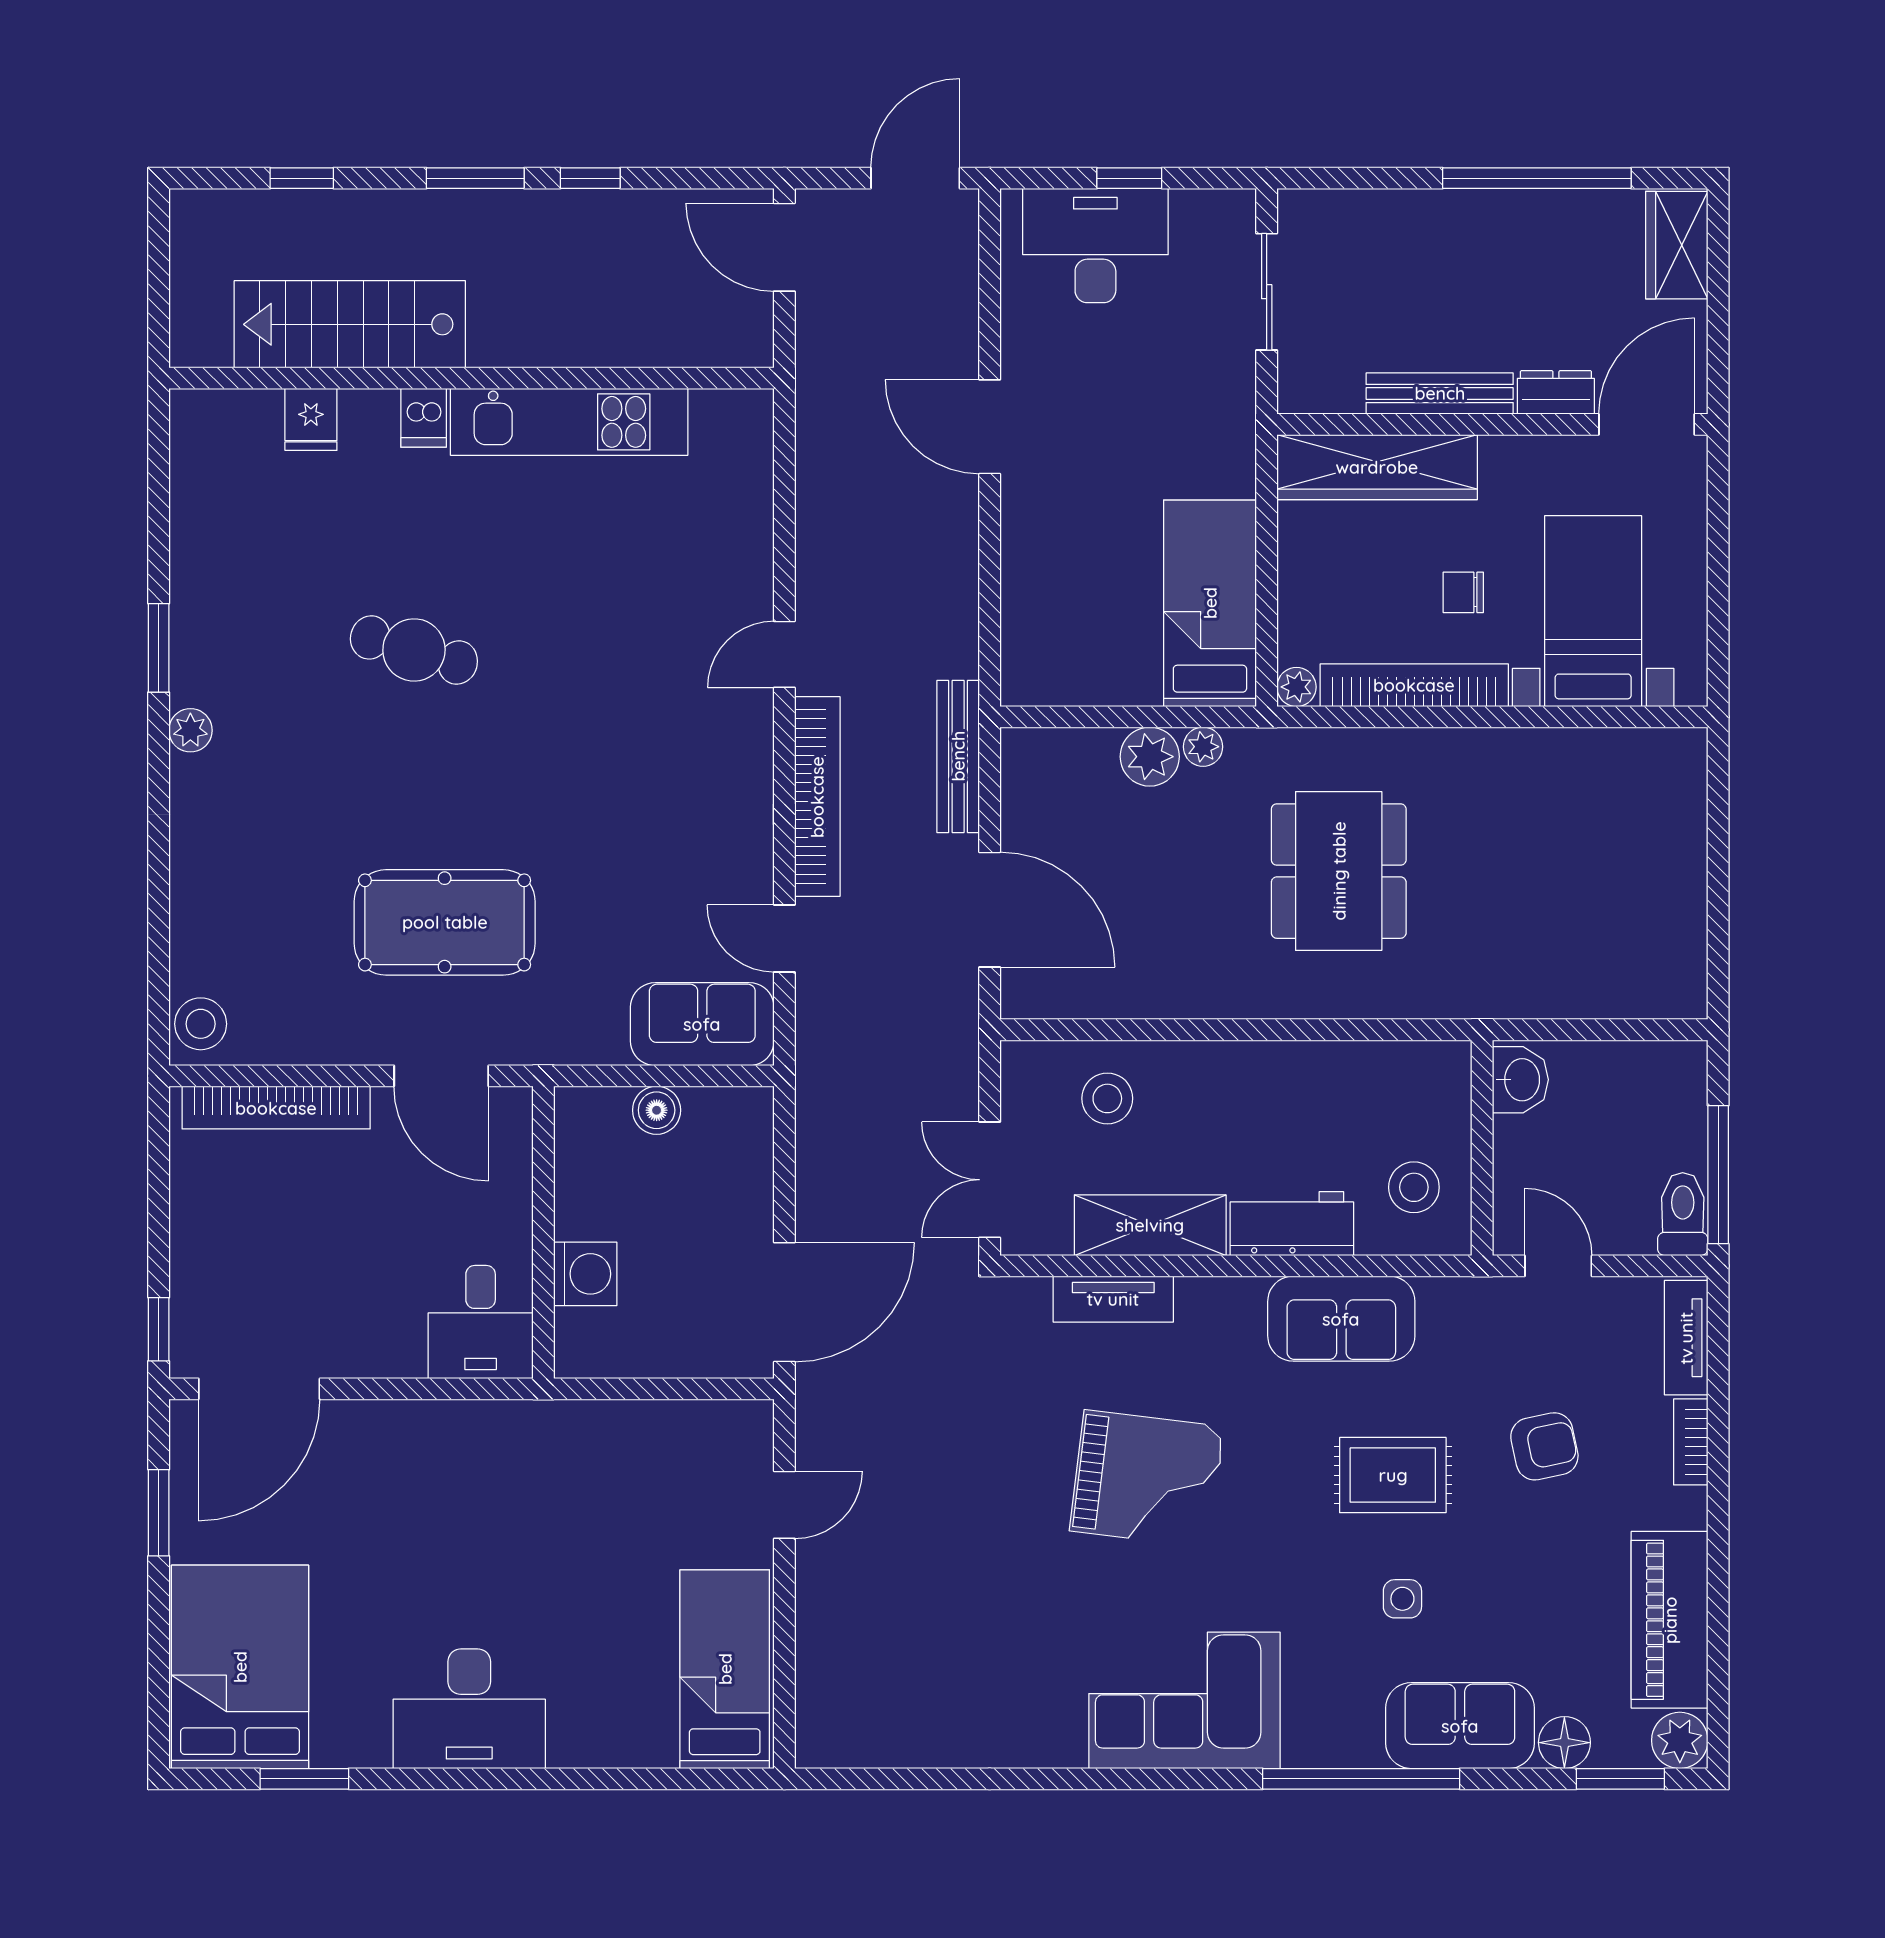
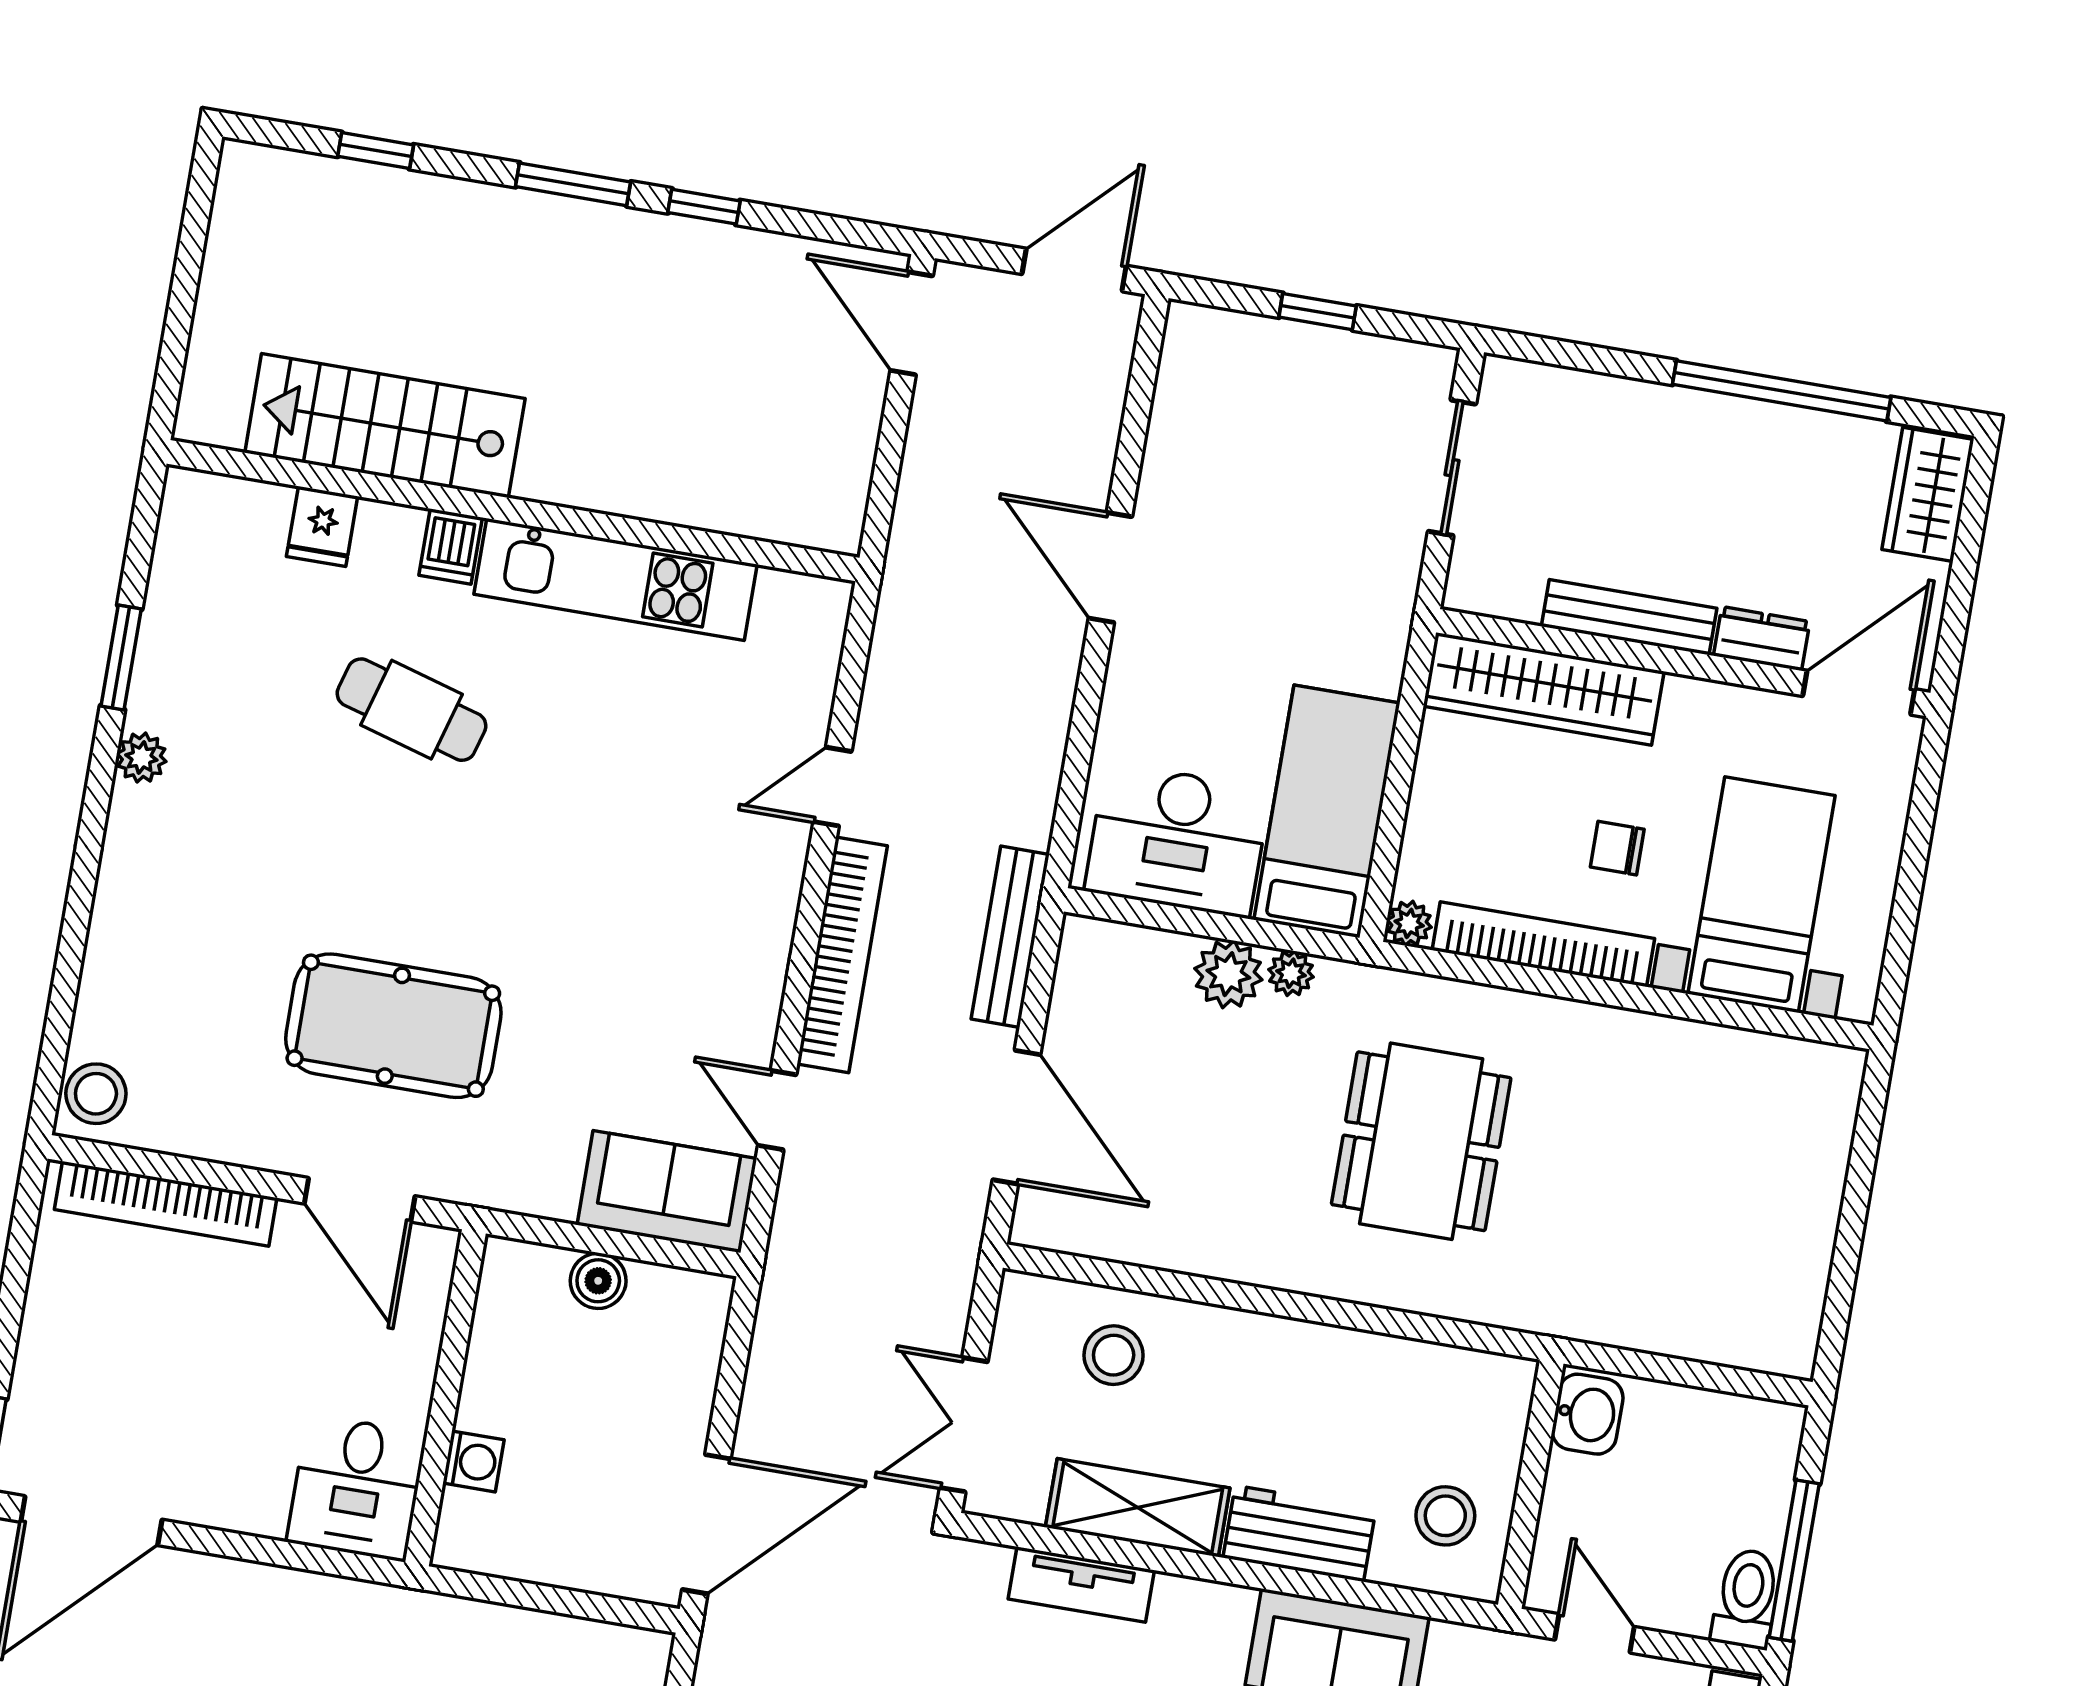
desk: (1095, 246) -> (1177, 840), moved, turned 180
stairs: (350, 324) -> (385, 426), moved
wall: (471, 378) -> (513, 511), moved
dishwasher: (424, 418) -> (451, 546), moved
fridge: (311, 419) -> (322, 526), moved
kitchen unit: (569, 422) -> (616, 579), moved
washing machine: (585, 1274) -> (474, 1461), width x0.73, depth x0.73

